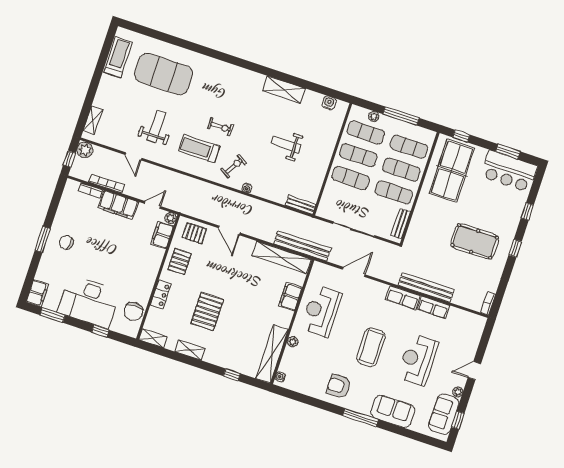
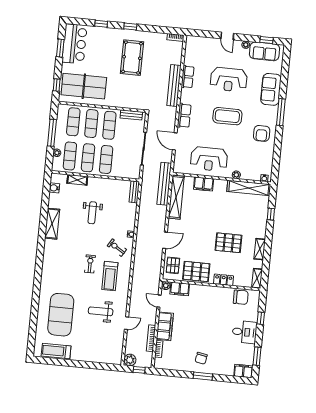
shelving: (93, 120) -> (77, 180), moved
pallet: (180, 262) -> (196, 272), width x1.50, depth x1.42
row of seats: (403, 298) -> (184, 116), moved
desk: (89, 302) -> (244, 332), width x0.53, depth x0.77

